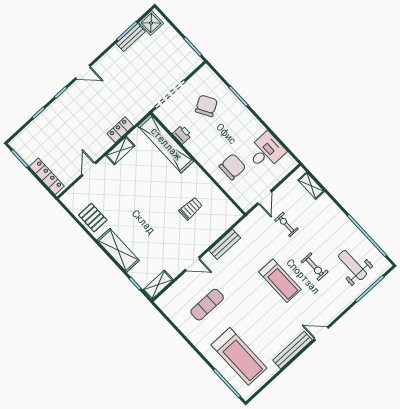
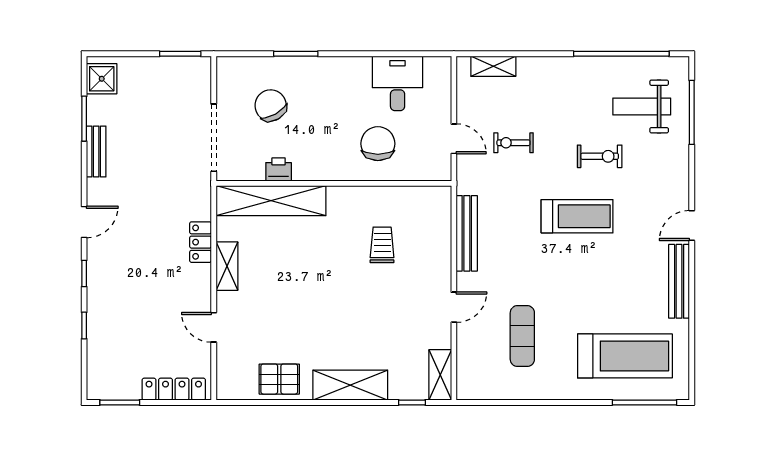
bench: (131, 37) -> (96, 152), moved
bench: (225, 244) -> (467, 233), width x1.36

